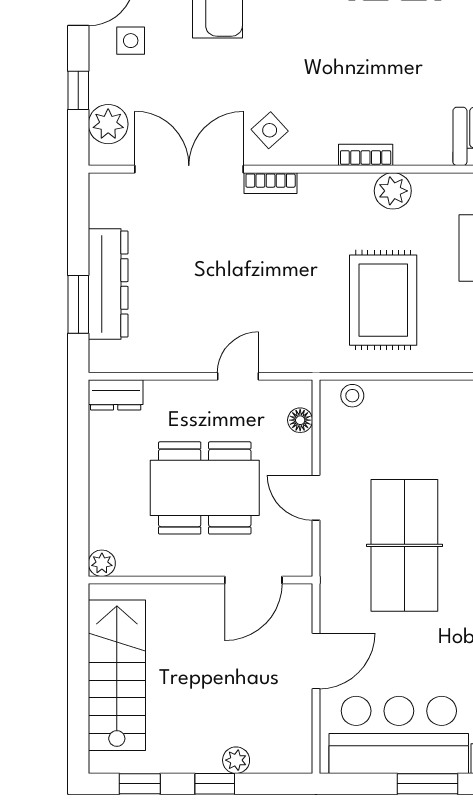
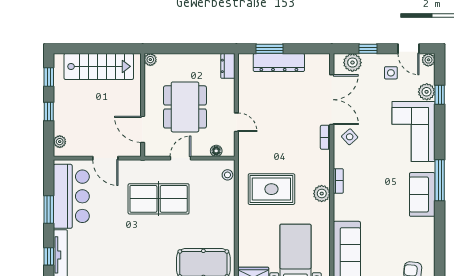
plant: (236, 760) -> (60, 142), moved

